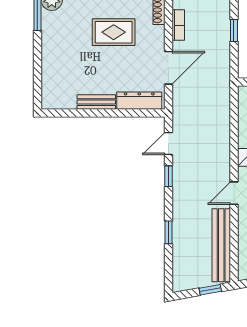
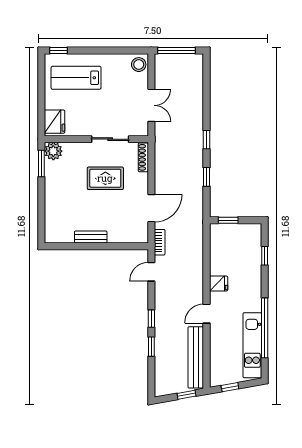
bookcase: (178, 25) -> (160, 242), moved
dresser: (139, 101) -> (127, 236), removed
window: (168, 176) -> (151, 319), moved

